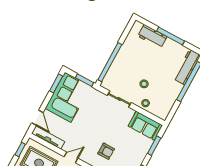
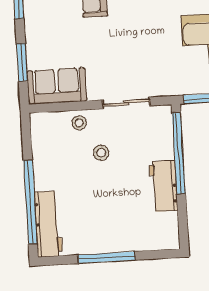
workbench: (152, 36) -> (163, 186), moved, turned -90

